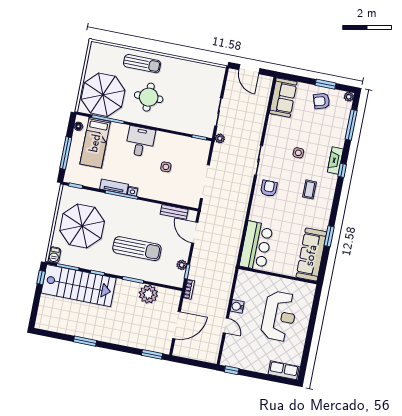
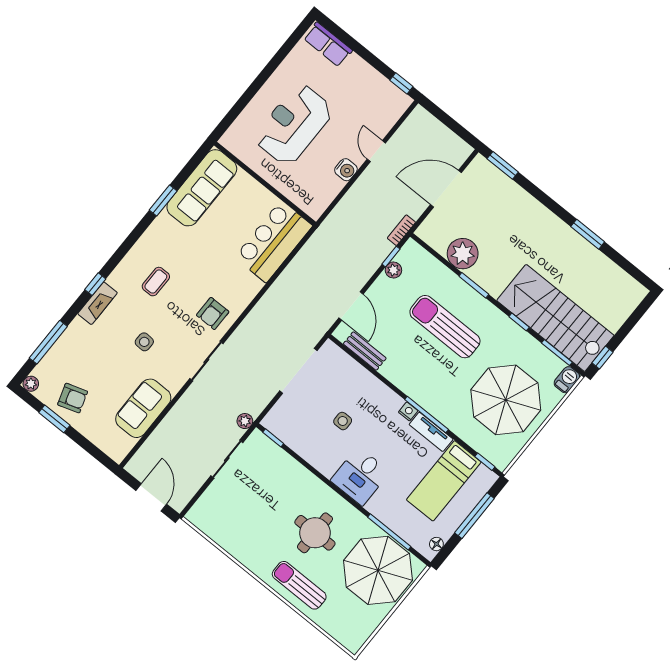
sofa: (283, 98) -> (143, 408), moved
bed: (95, 143) -> (444, 481), moved, turned 180

